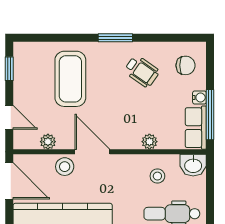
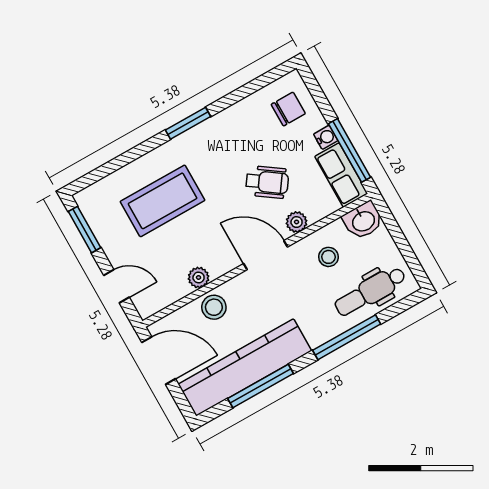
window: (9, 69) -> (84, 230), width x1.50
wheelchair: (142, 71) -> (267, 182), moved
coffee table: (70, 79) -> (163, 201), turned 90
plant: (48, 142) -> (199, 278), moved
door: (92, 152) -> (266, 255), moved

